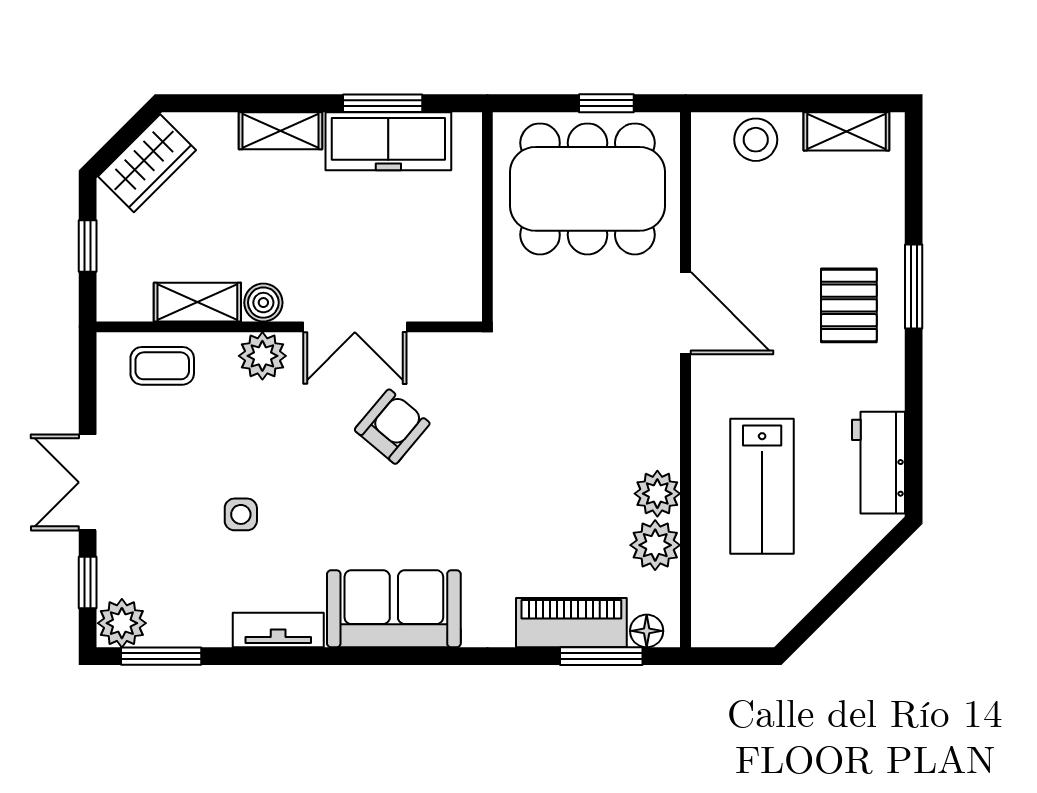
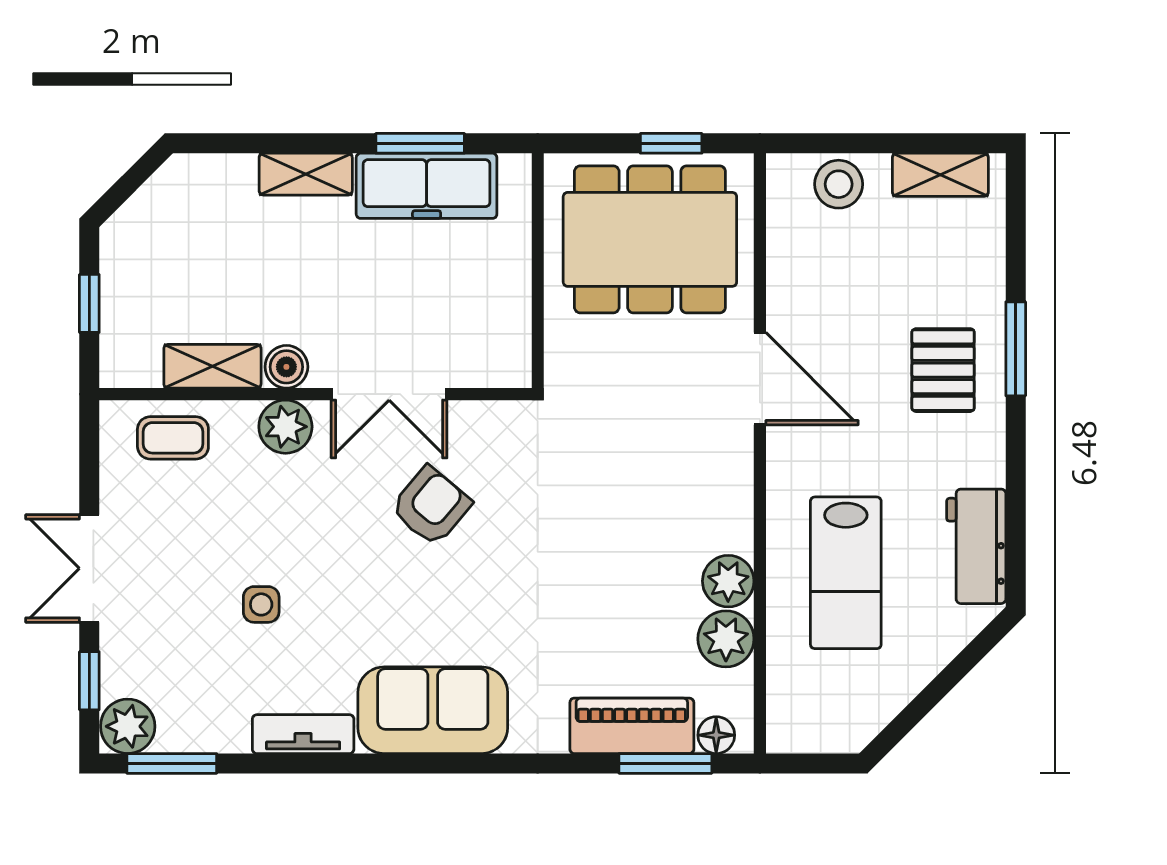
wardrobe: (147, 163) -> (156, 211), removed

